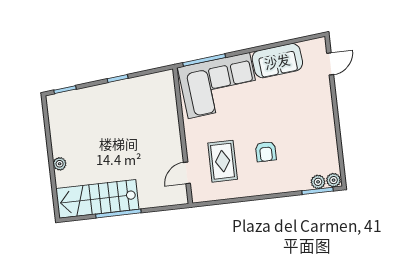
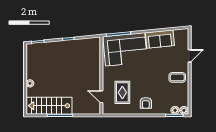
door: (330, 64) -> (190, 56), moved
coffee table: (315, 124) -> (177, 77), added
armchair: (266, 152) -> (146, 103), moved
door: (187, 173) -> (101, 97), hinge flipped

